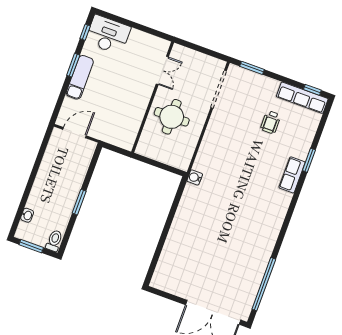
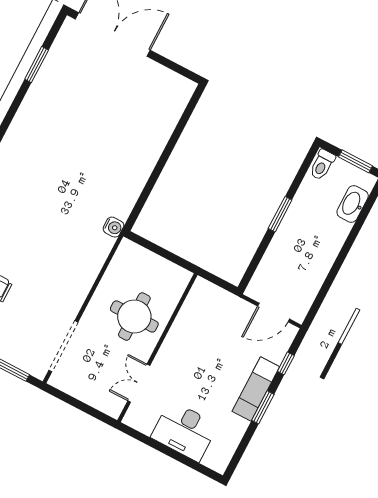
window: (85, 32) -> (286, 363), moved
desk: (108, 35) -> (184, 431), moved
washbasin: (27, 215) -> (353, 204), width x1.91, depth x1.45
window: (264, 284) -> (37, 65), width x0.47

